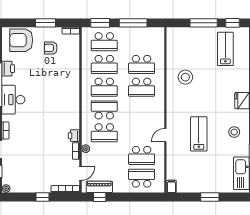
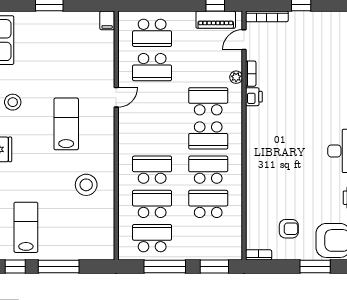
window: (45, 23) -> (315, 267), moved
school desk: (104, 42) -> (152, 238), moved
lab bench: (225, 49) -> (26, 227), turned 180
lab bench: (199, 134) -> (66, 124), moved, turned 180
school desk: (142, 155) -> (152, 67), turned 180

